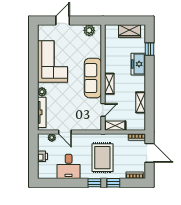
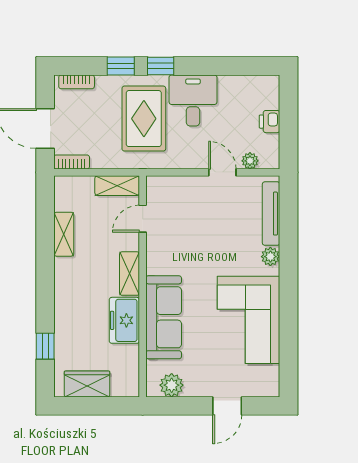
freezer: (138, 64) -> (124, 320), moved, turned 180
sofa: (93, 78) -> (164, 317), moved
desk: (69, 166) -> (193, 100), moved

